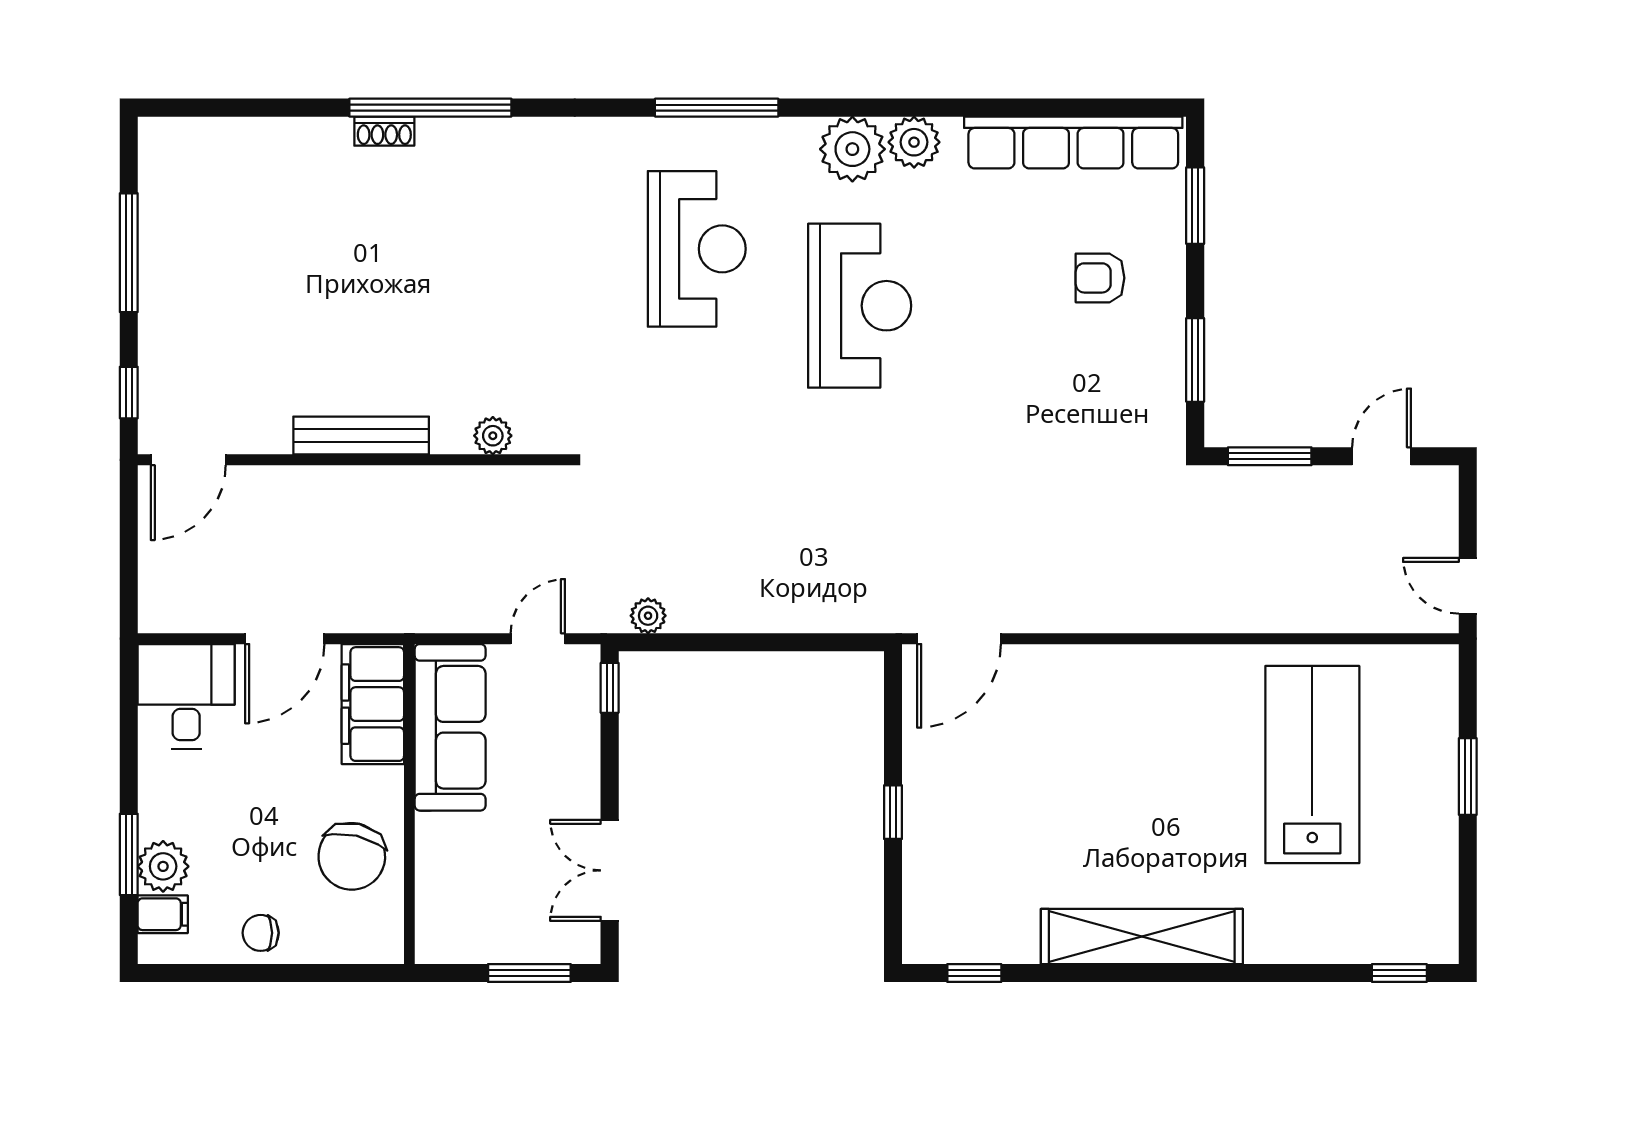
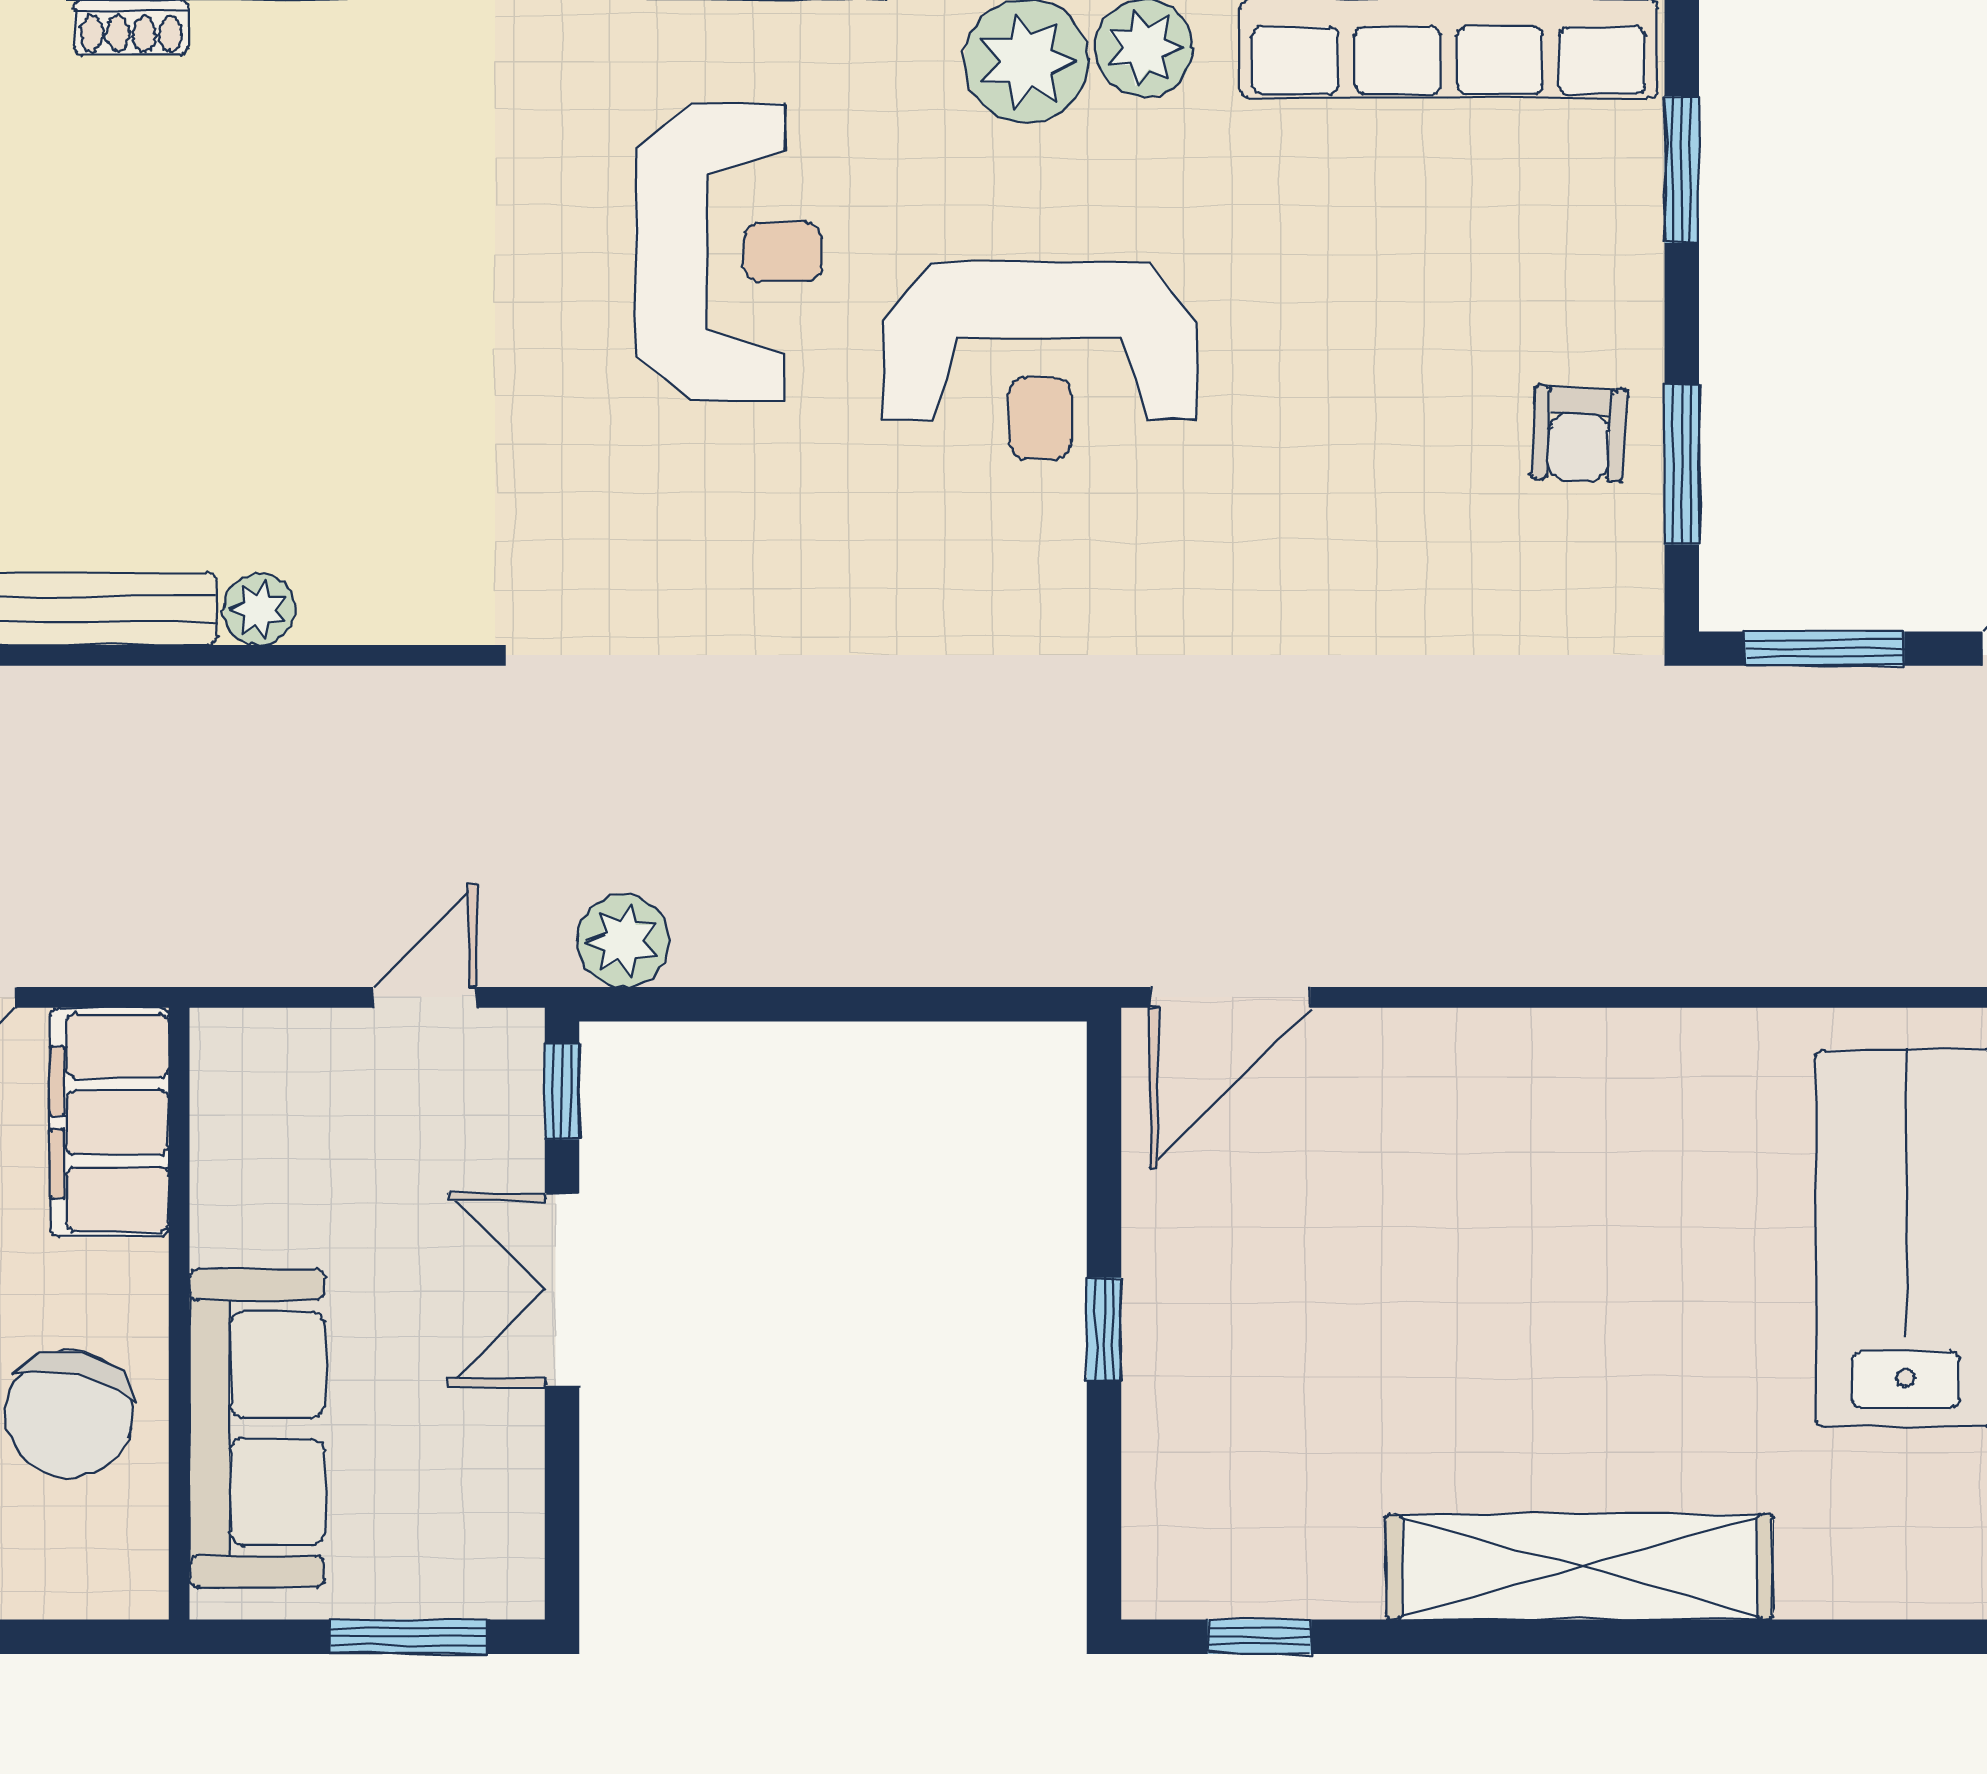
armchair: (1100, 278) -> (1579, 434), moved, turned -87
reception desk: (860, 306) -> (1040, 361), turned 90
plant: (493, 436) -> (259, 609), moved
plant: (648, 616) -> (623, 941), width x1.38, depth x1.38
sofa: (450, 727) -> (257, 1428), moved
double door: (610, 870) -> (562, 1290), moved

